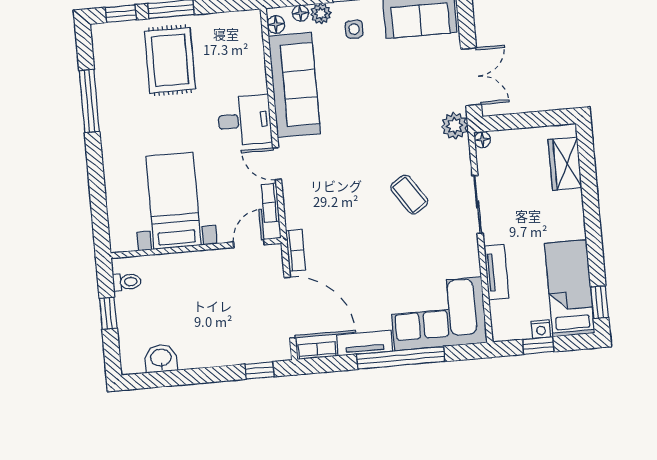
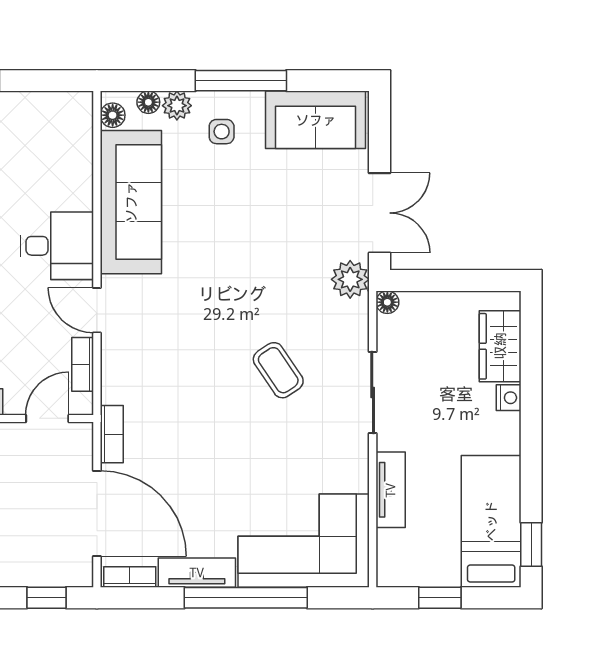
nightstand: (541, 329) -> (509, 398), moved, turned -90

